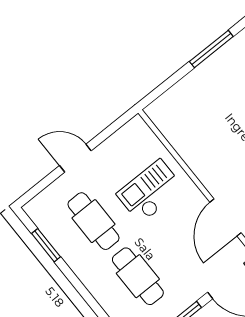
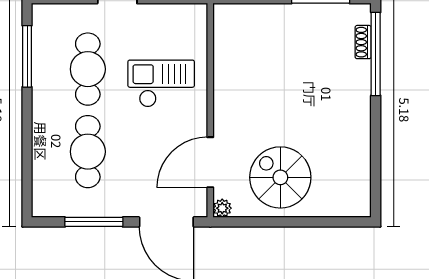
window: (46, 245) -> (27, 56), width x1.44

